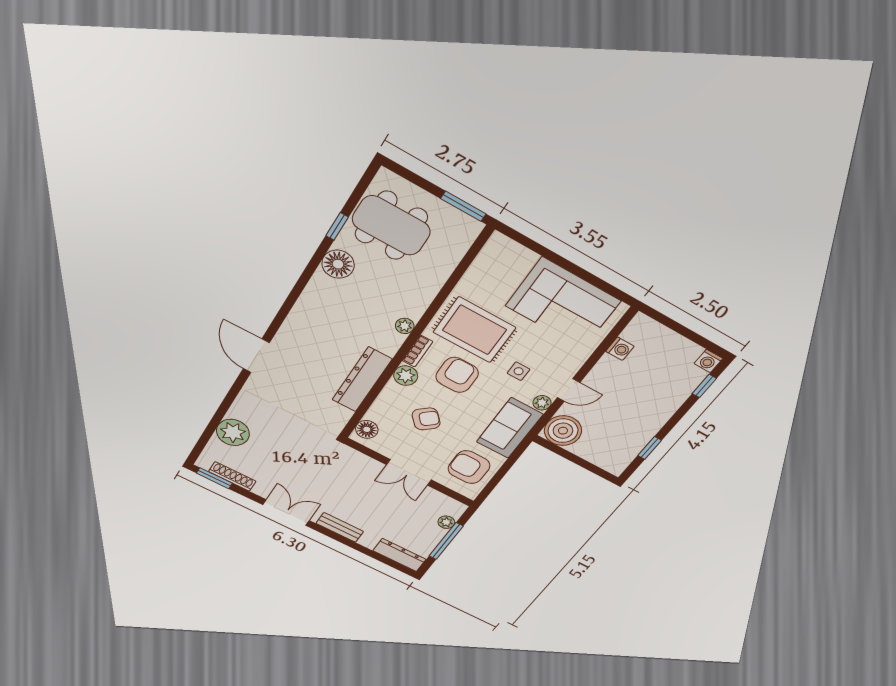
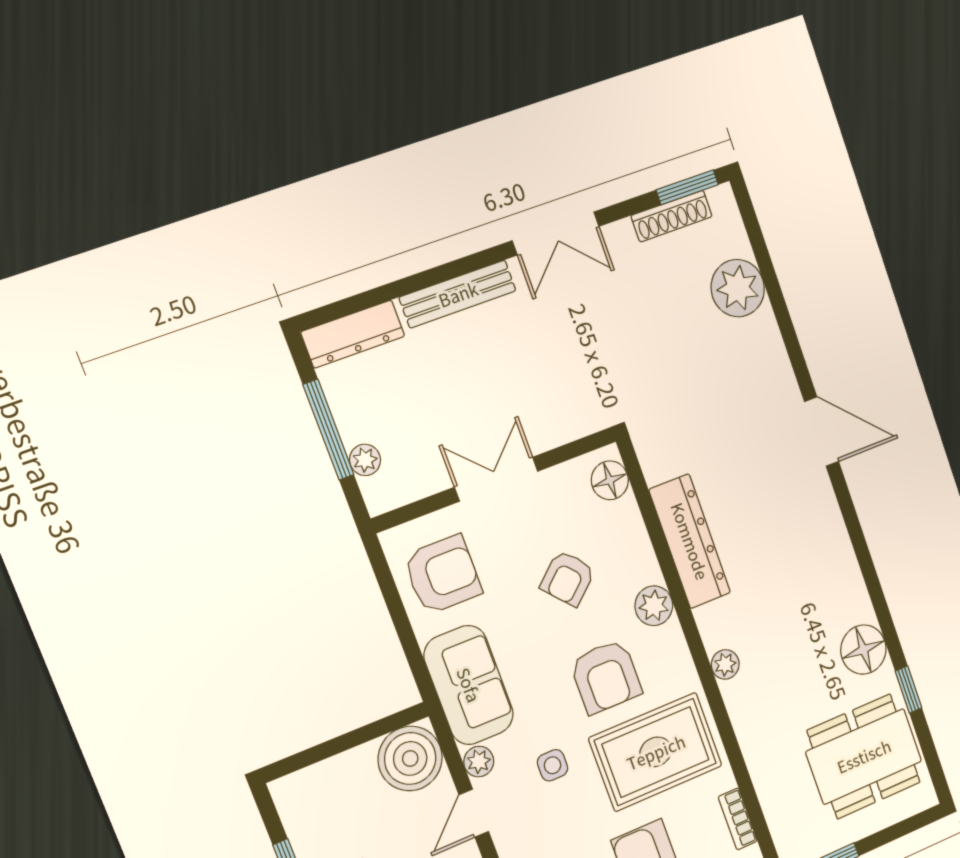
bookcase: (418, 351) -> (738, 819), moved
bench: (340, 527) -> (458, 294), width x1.36

